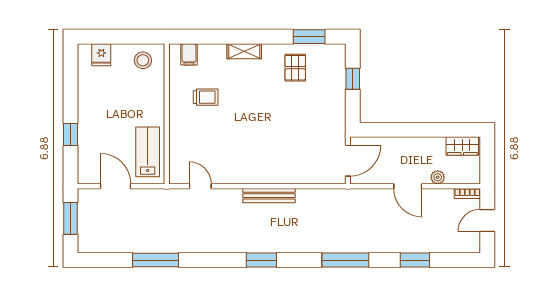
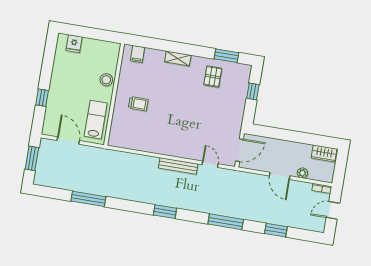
stool: (143, 60) -> (106, 80), moved
trolley: (206, 97) -> (138, 104), moved
door: (200, 186) -> (210, 164), moved

